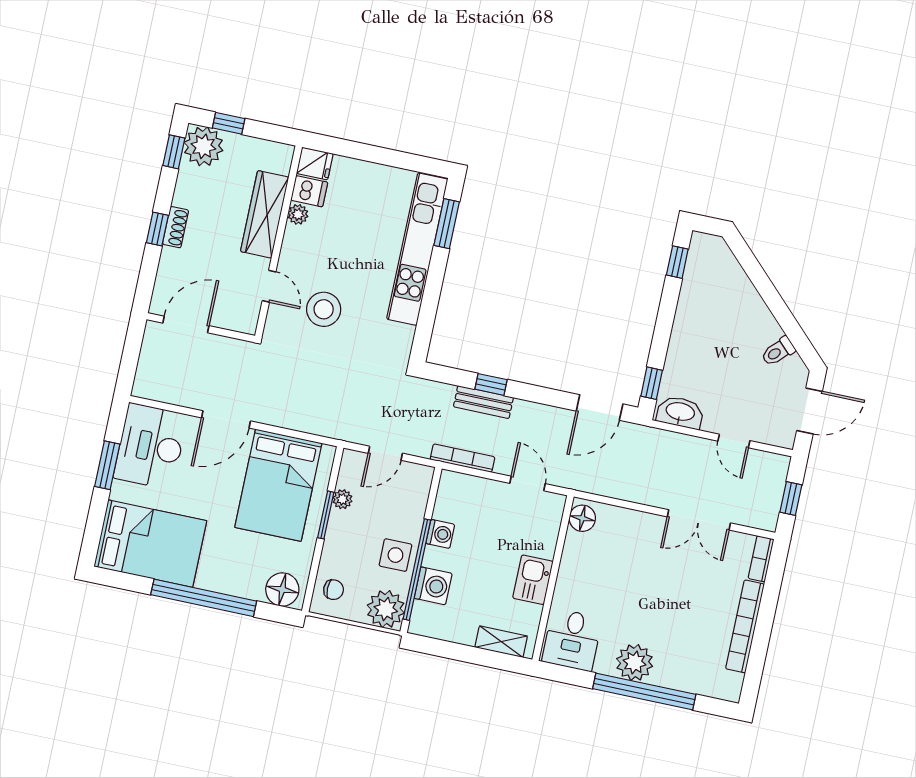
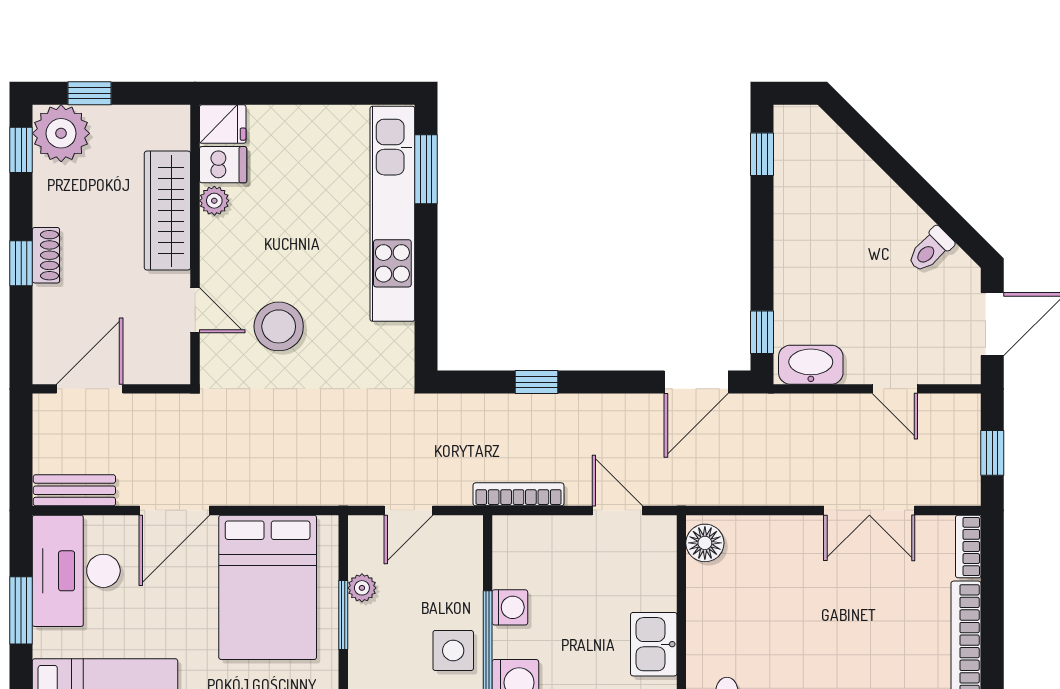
bench: (483, 402) -> (74, 490), moved

